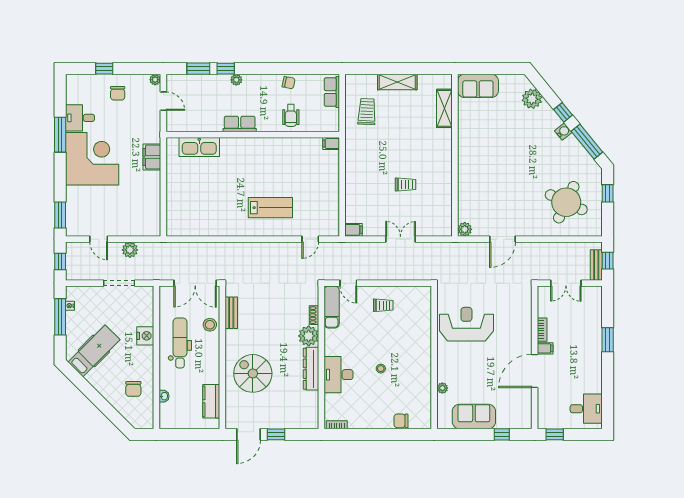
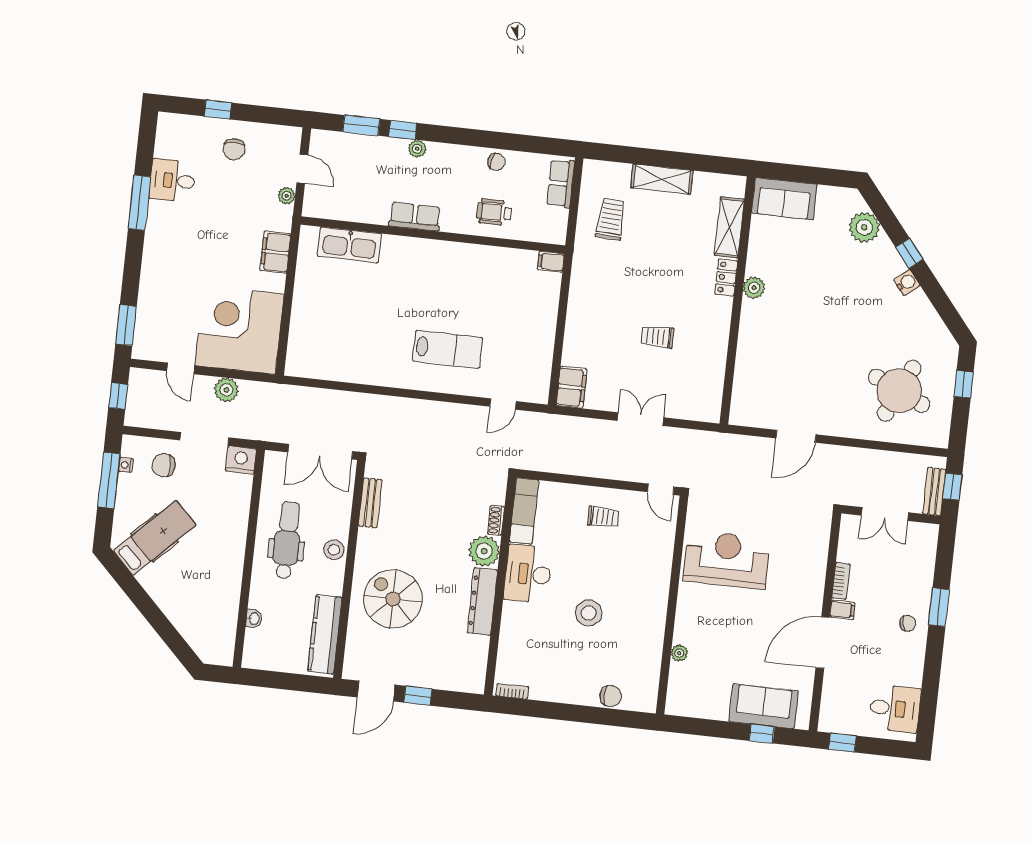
plant: (155, 80) -> (287, 196), moved
wheelchair: (291, 115) -> (494, 212), turned 90
locker: (446, 141) -> (726, 277), added
window: (587, 142) -> (941, 302), removed
corner desk: (92, 159) -> (240, 330), moved, turned -90
trolley: (406, 184) -> (657, 337), turned 180
plant: (465, 229) -> (754, 288), moved
filing cabinet: (354, 230) -> (572, 387), width x2.00
door: (348, 283) -> (661, 489), moved
stool: (210, 325) -> (334, 550), moved
nightstand: (145, 336) -> (241, 460), moved, turned -90
chair: (588, 352) -> (908, 623), added
stool: (381, 369) -> (589, 613), width x1.89, depth x1.89
desk: (339, 375) -> (528, 574), moved
chair: (133, 389) -> (164, 465), moved, turned 90
kitchen counter: (211, 401) -> (325, 634), width x1.50
sofa: (474, 417) -> (764, 706), moved
chair: (401, 421) -> (611, 696), turned 180

